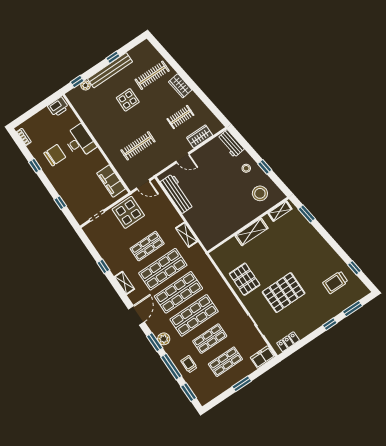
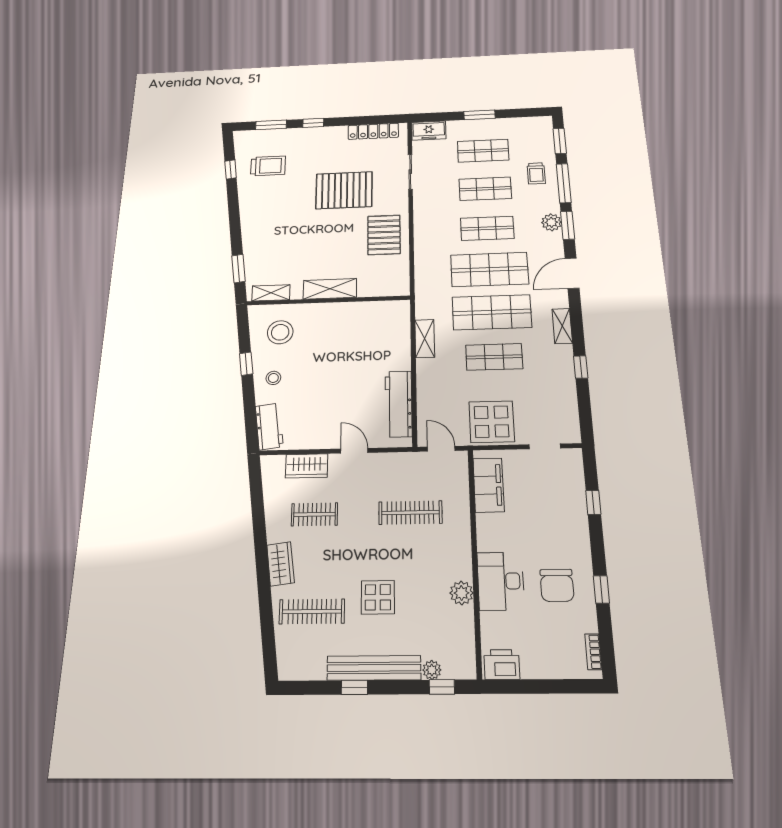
plant: (93, 125) -> (461, 593), added
chair: (55, 155) -> (557, 585), turned -90
shop shelf: (194, 315) -> (487, 228), width x0.70, depth x0.74
locker: (288, 342) -> (373, 131), width x1.53

